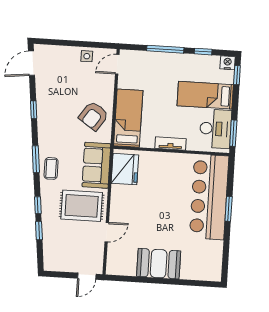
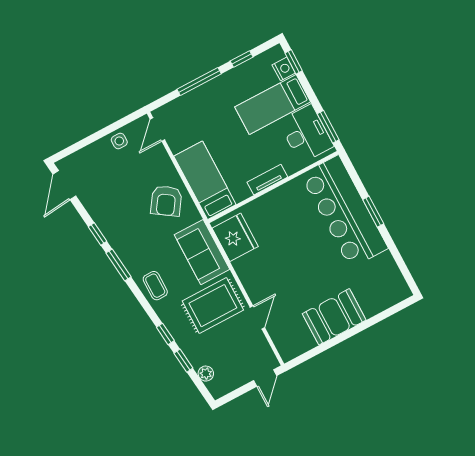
nightstand: (228, 63) -> (284, 69), moved, turned 90
window: (36, 159) -> (118, 265), moved
plant: (49, 249) -> (206, 374), added

